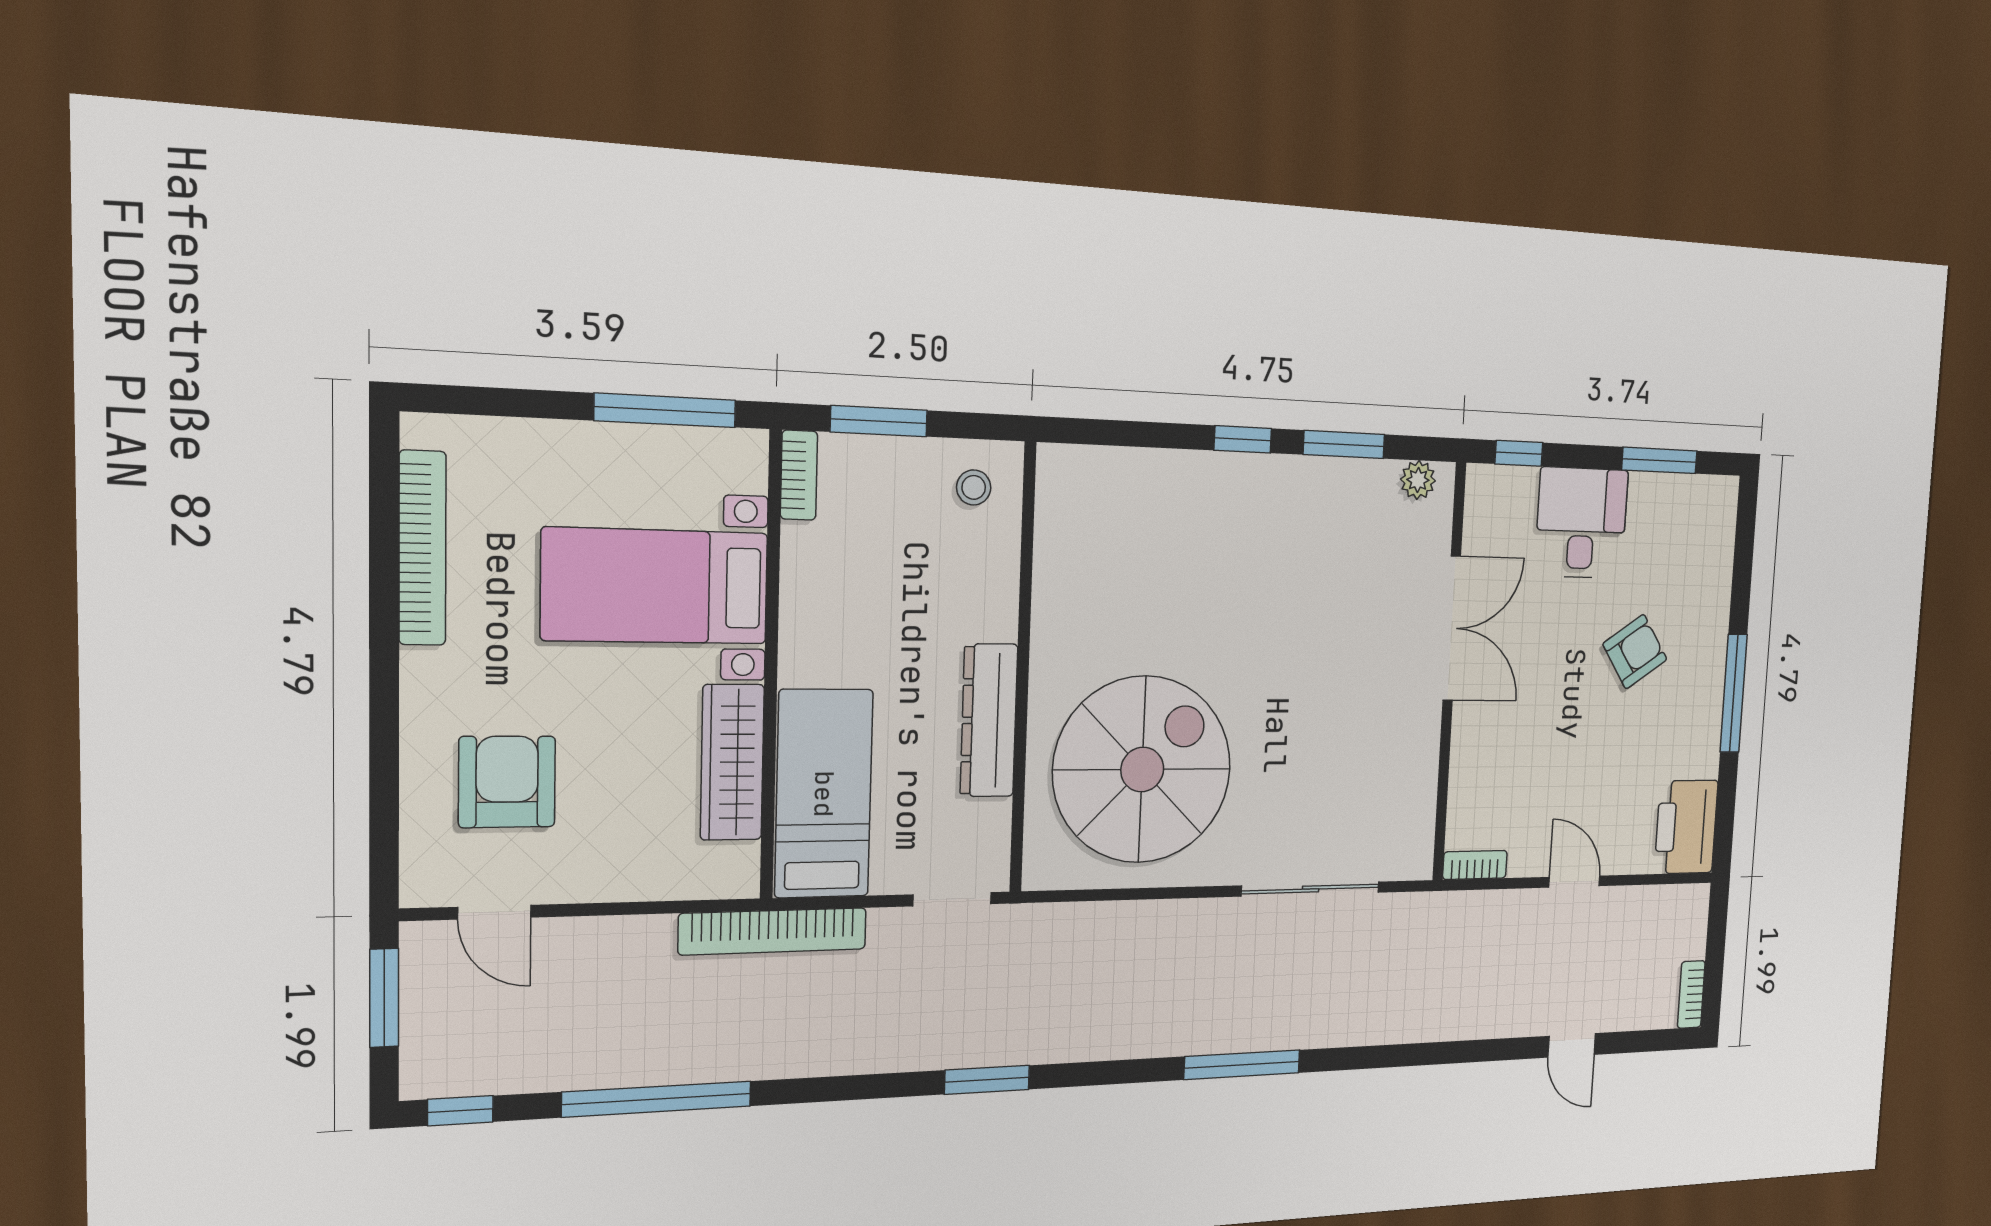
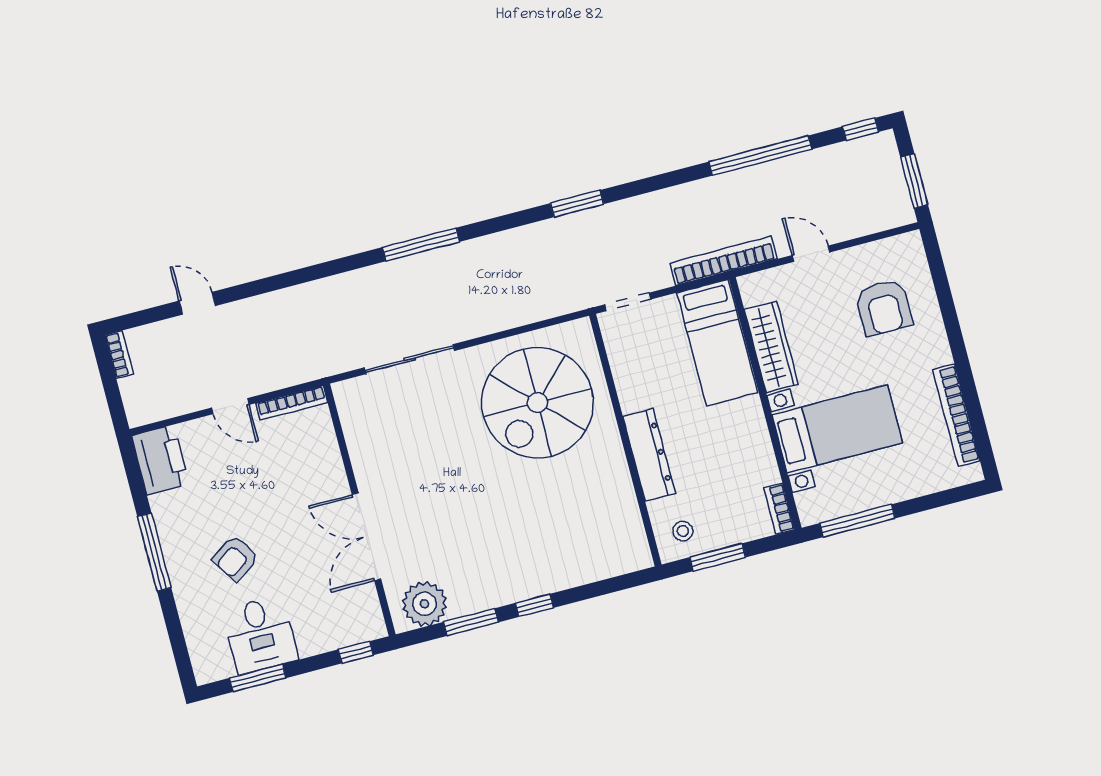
window: (879, 421) -> (718, 557), moved
plant: (1418, 480) -> (425, 604), width x1.87, depth x1.87
desk: (1581, 523) -> (260, 635), moved
dresser: (989, 720) -> (649, 455), moved
bookcase: (1475, 865) -> (292, 403), width x1.56
door: (494, 912) -> (811, 254), moved

